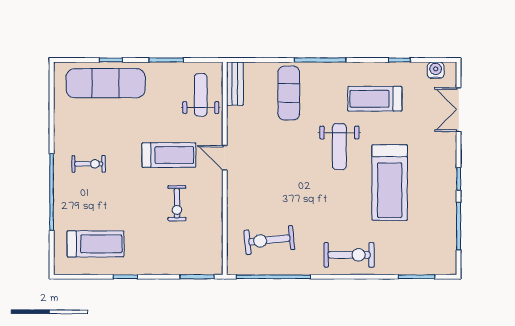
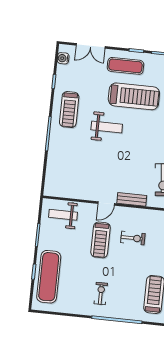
bench: (235, 84) -> (132, 199), moved
exercise mat: (289, 93) -> (125, 66), moved
treadmill: (375, 99) -> (69, 110), moved
treadmill: (169, 155) -> (101, 240), turned 180

